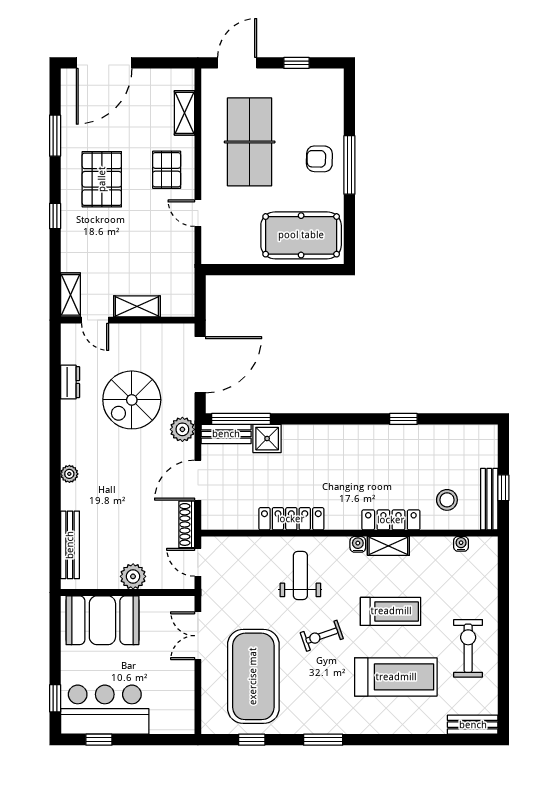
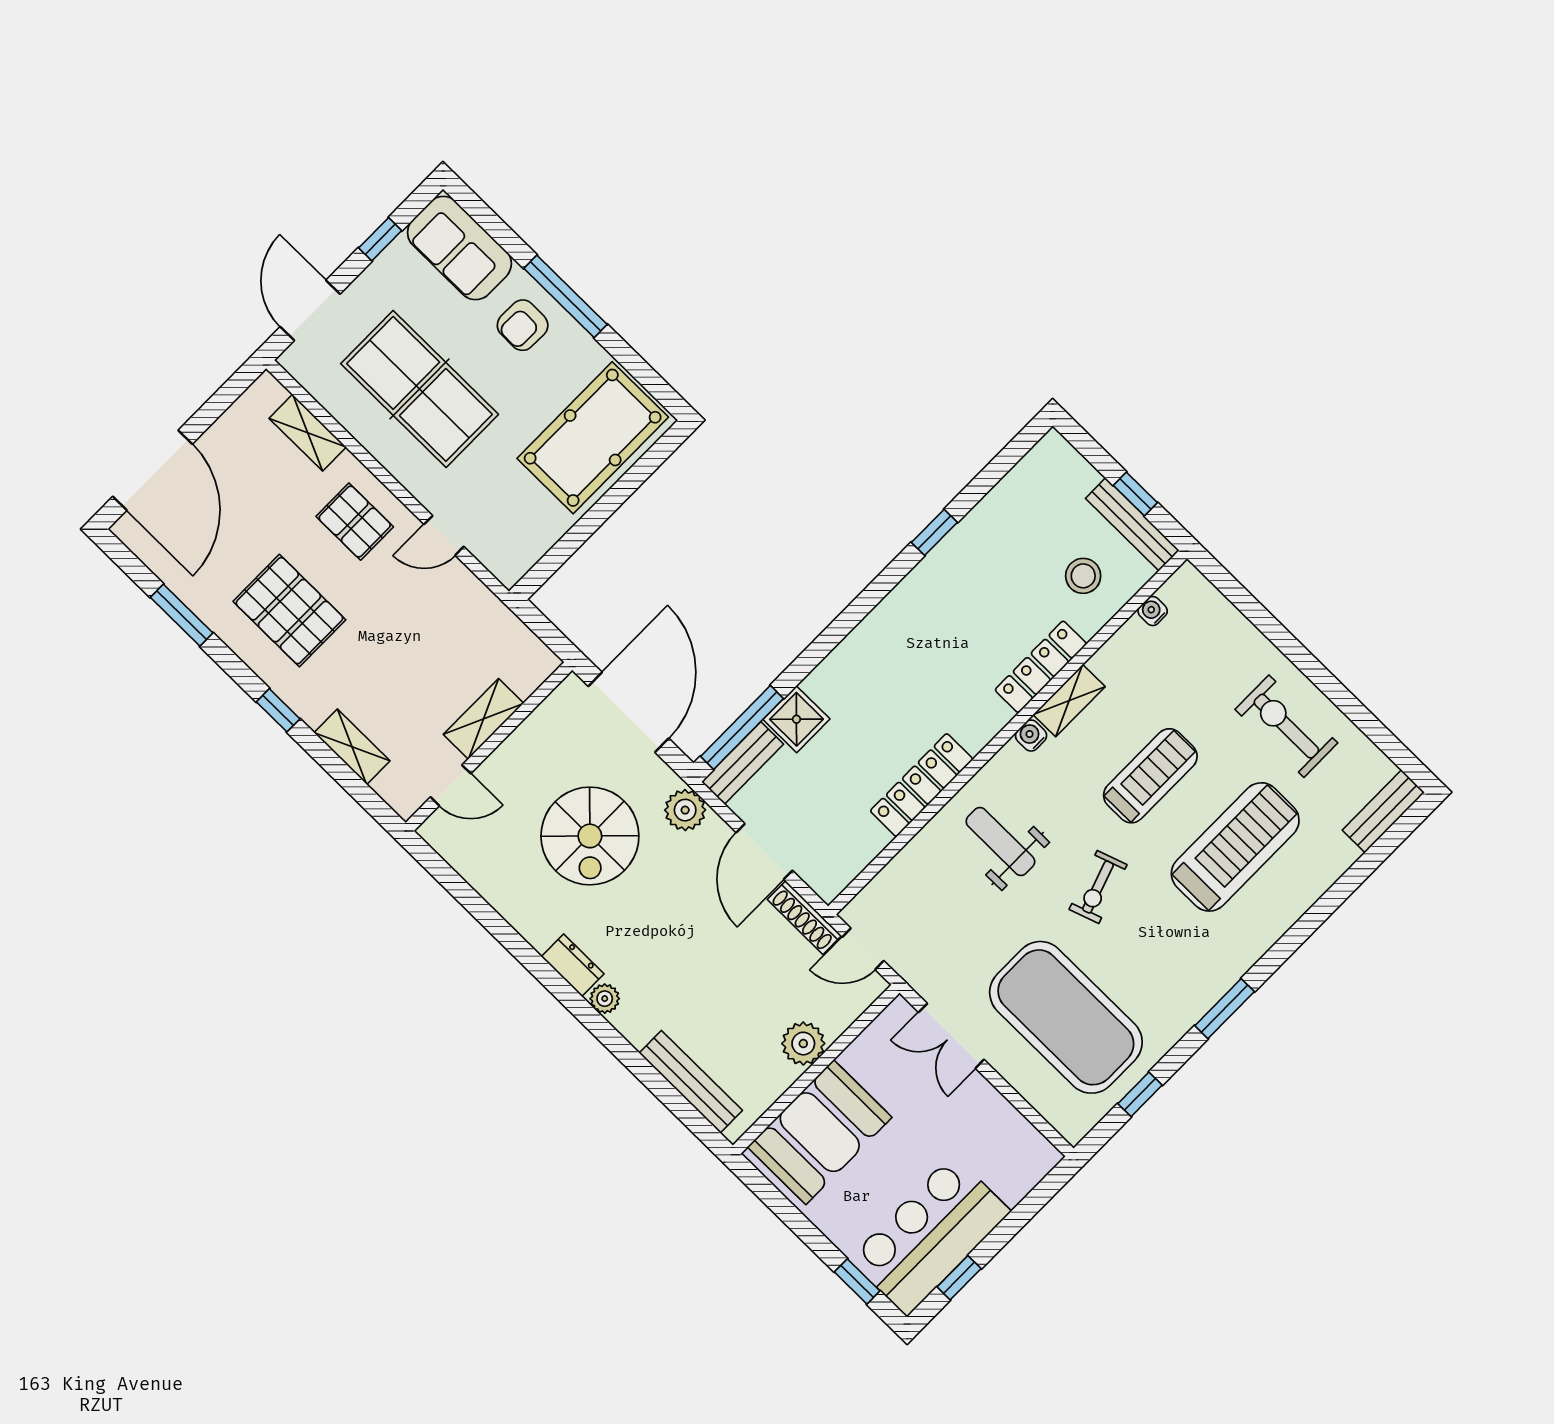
sofa: (326, 100) -> (459, 248), added
shelving: (70, 295) -> (352, 747), moved
dresser: (70, 382) -> (573, 965), moved

